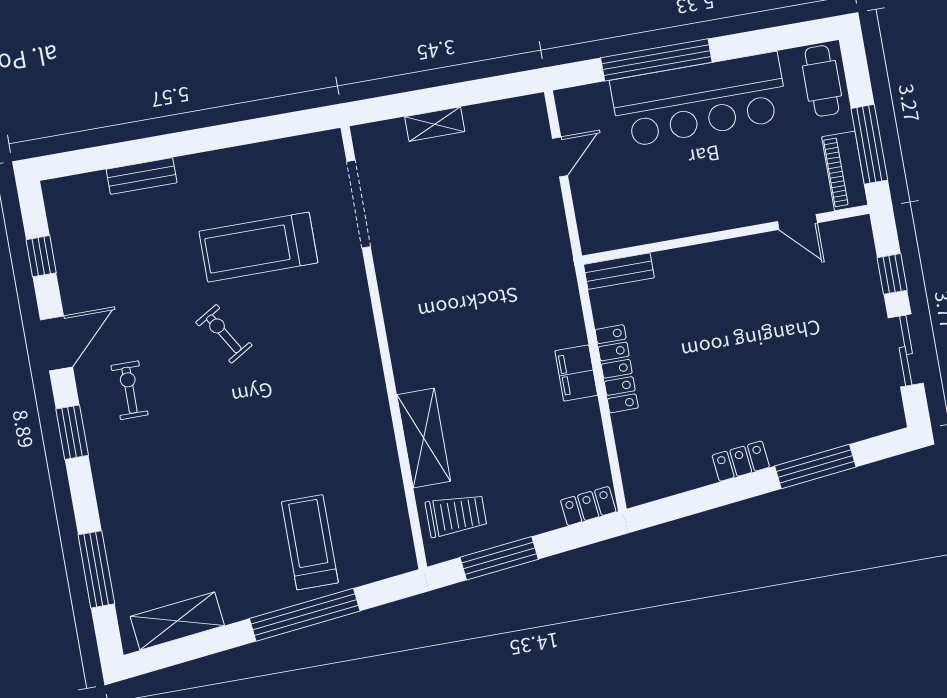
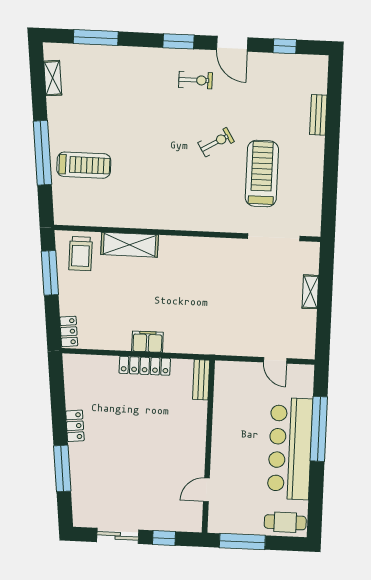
piano: (845, 171) -> (230, 524), removed
shelving: (177, 621) -> (53, 78), width x0.67, depth x0.75

